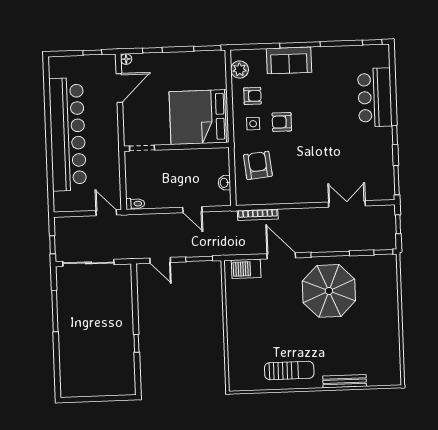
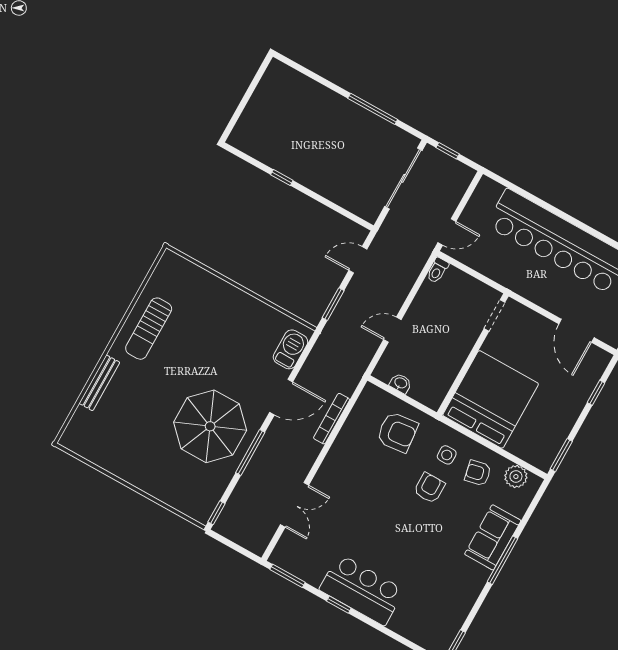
floor lamp: (126, 59) -> (604, 358), removed
armchair: (252, 96) -> (478, 473), turned 78
bar counter: (375, 97) -> (362, 590), moved
bookcase: (258, 215) -> (332, 419), moved
window: (398, 224) -> (237, 548), removed

